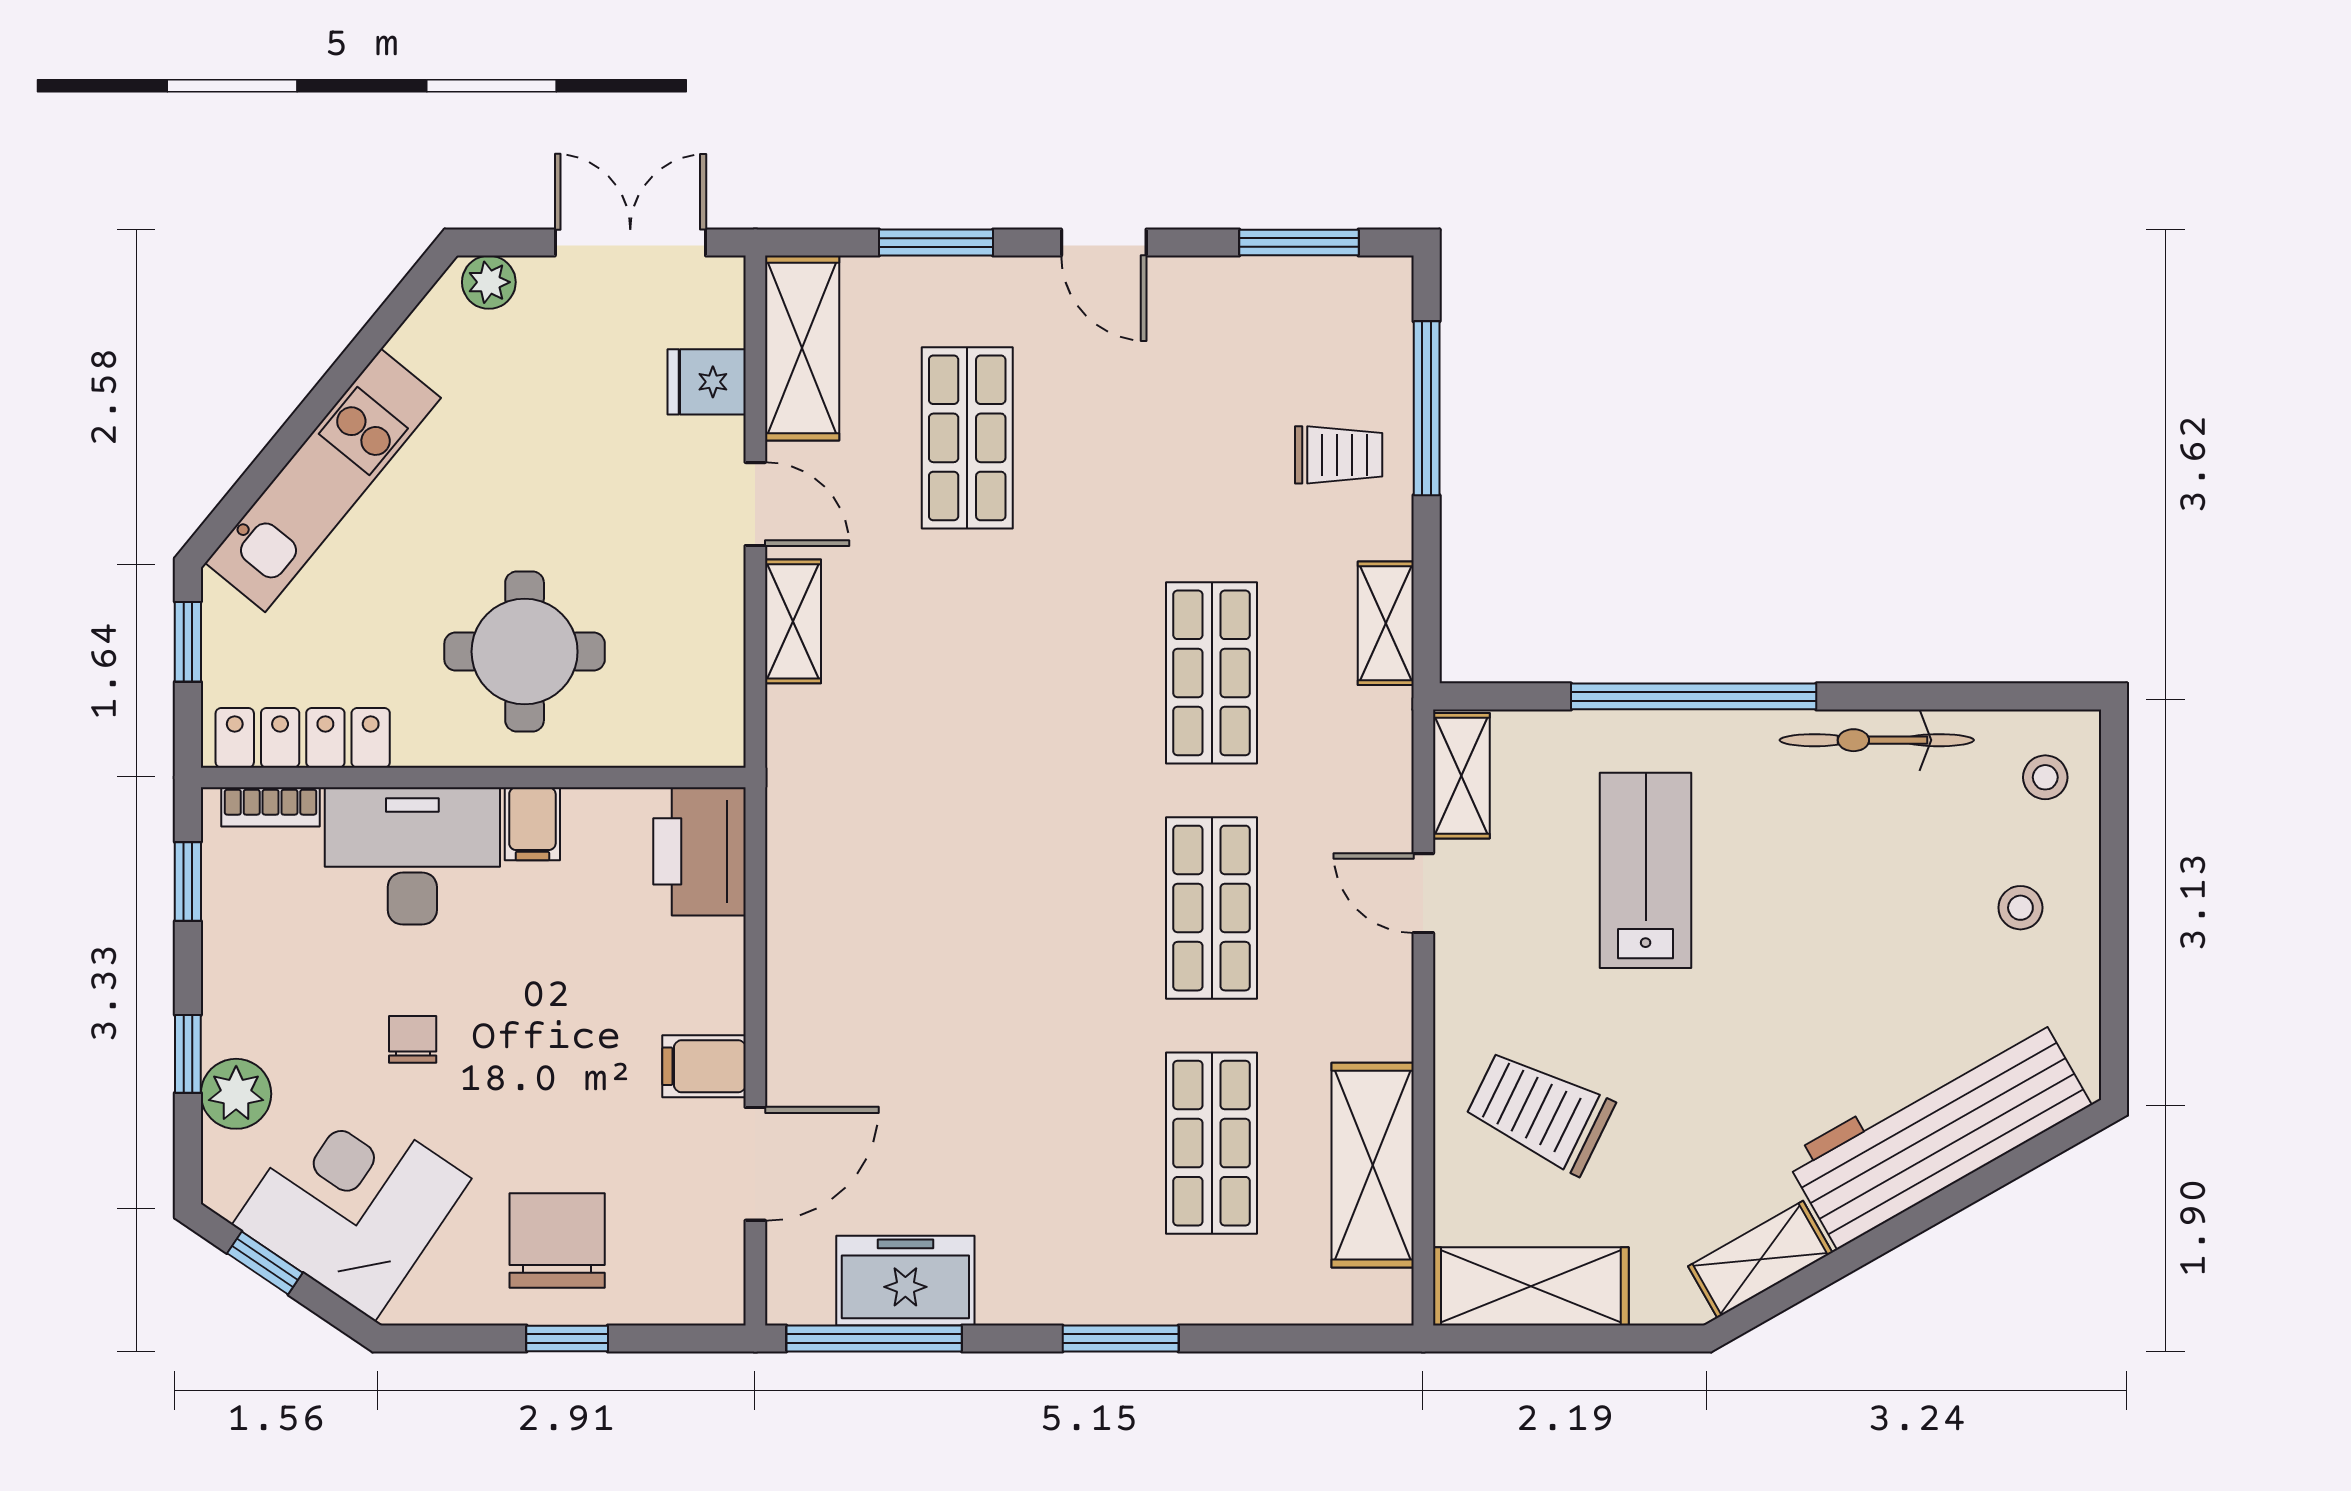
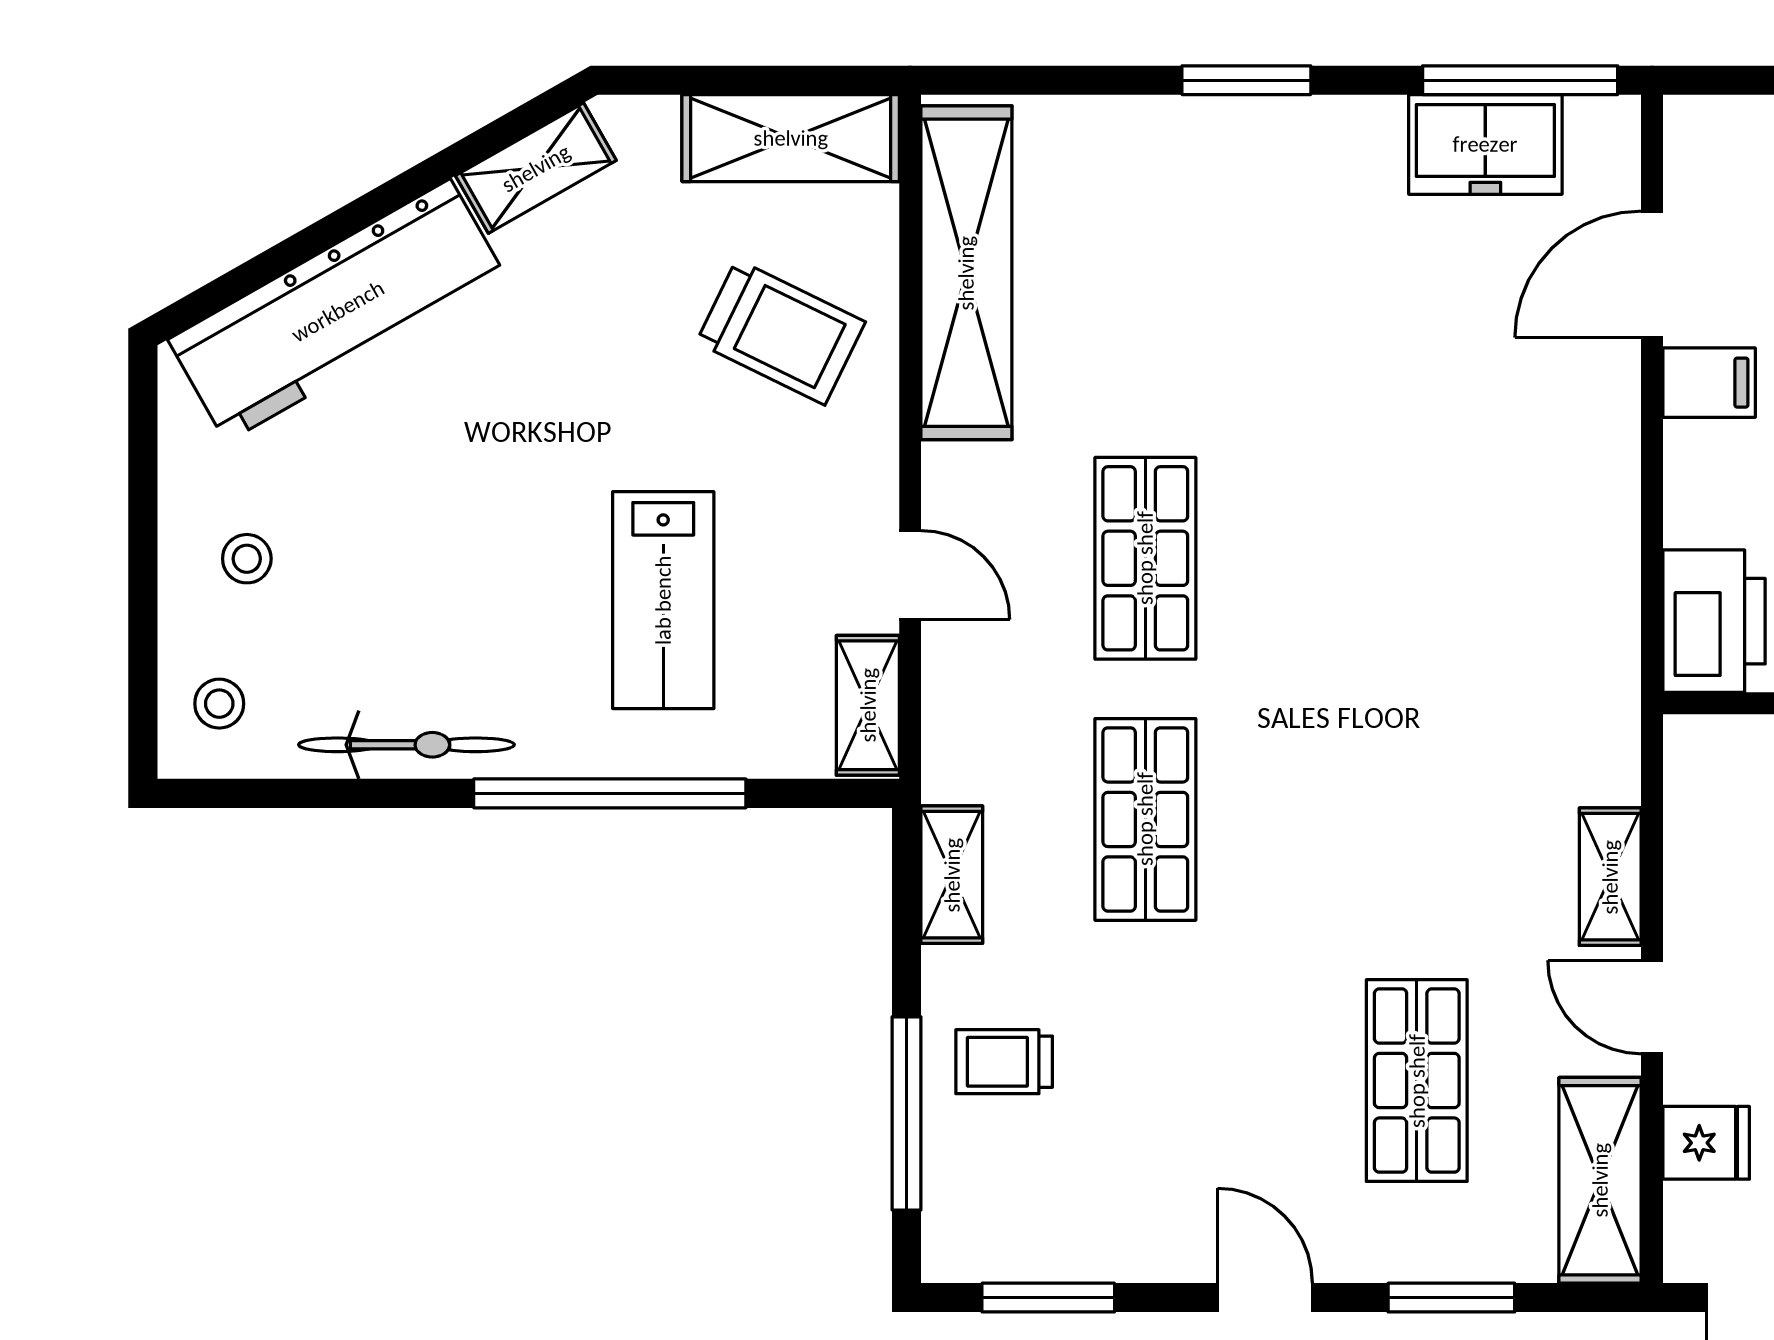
shop shelf: (1212, 1143) -> (1145, 297), removed
shelving: (1373, 1165) -> (966, 273), width x1.47

